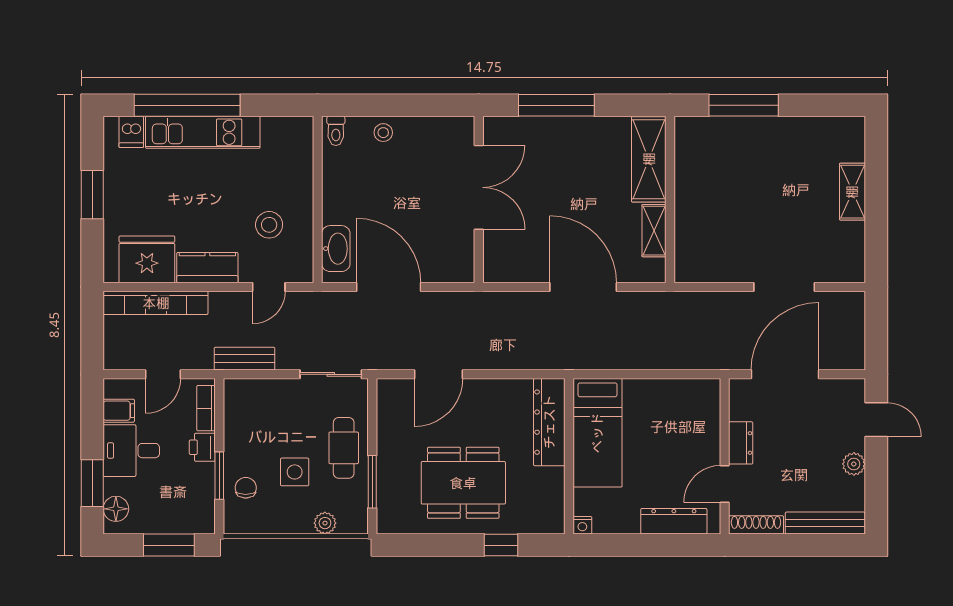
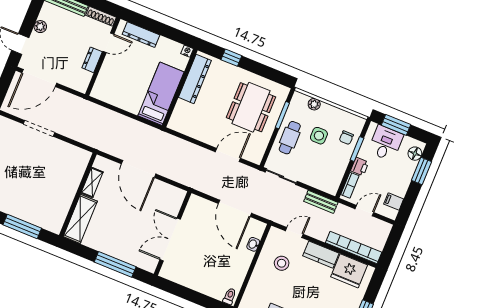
stool: (383, 133) -> (206, 286), removed
washbasin: (336, 249) -> (253, 244), width x0.52, depth x0.69
door: (785, 374) -> (39, 78), moved
dresser: (549, 422) -> (195, 79), moved
desk: (131, 451) -> (386, 143), moved, turned -90
dining table: (463, 483) -> (251, 107), moved, turned 90

